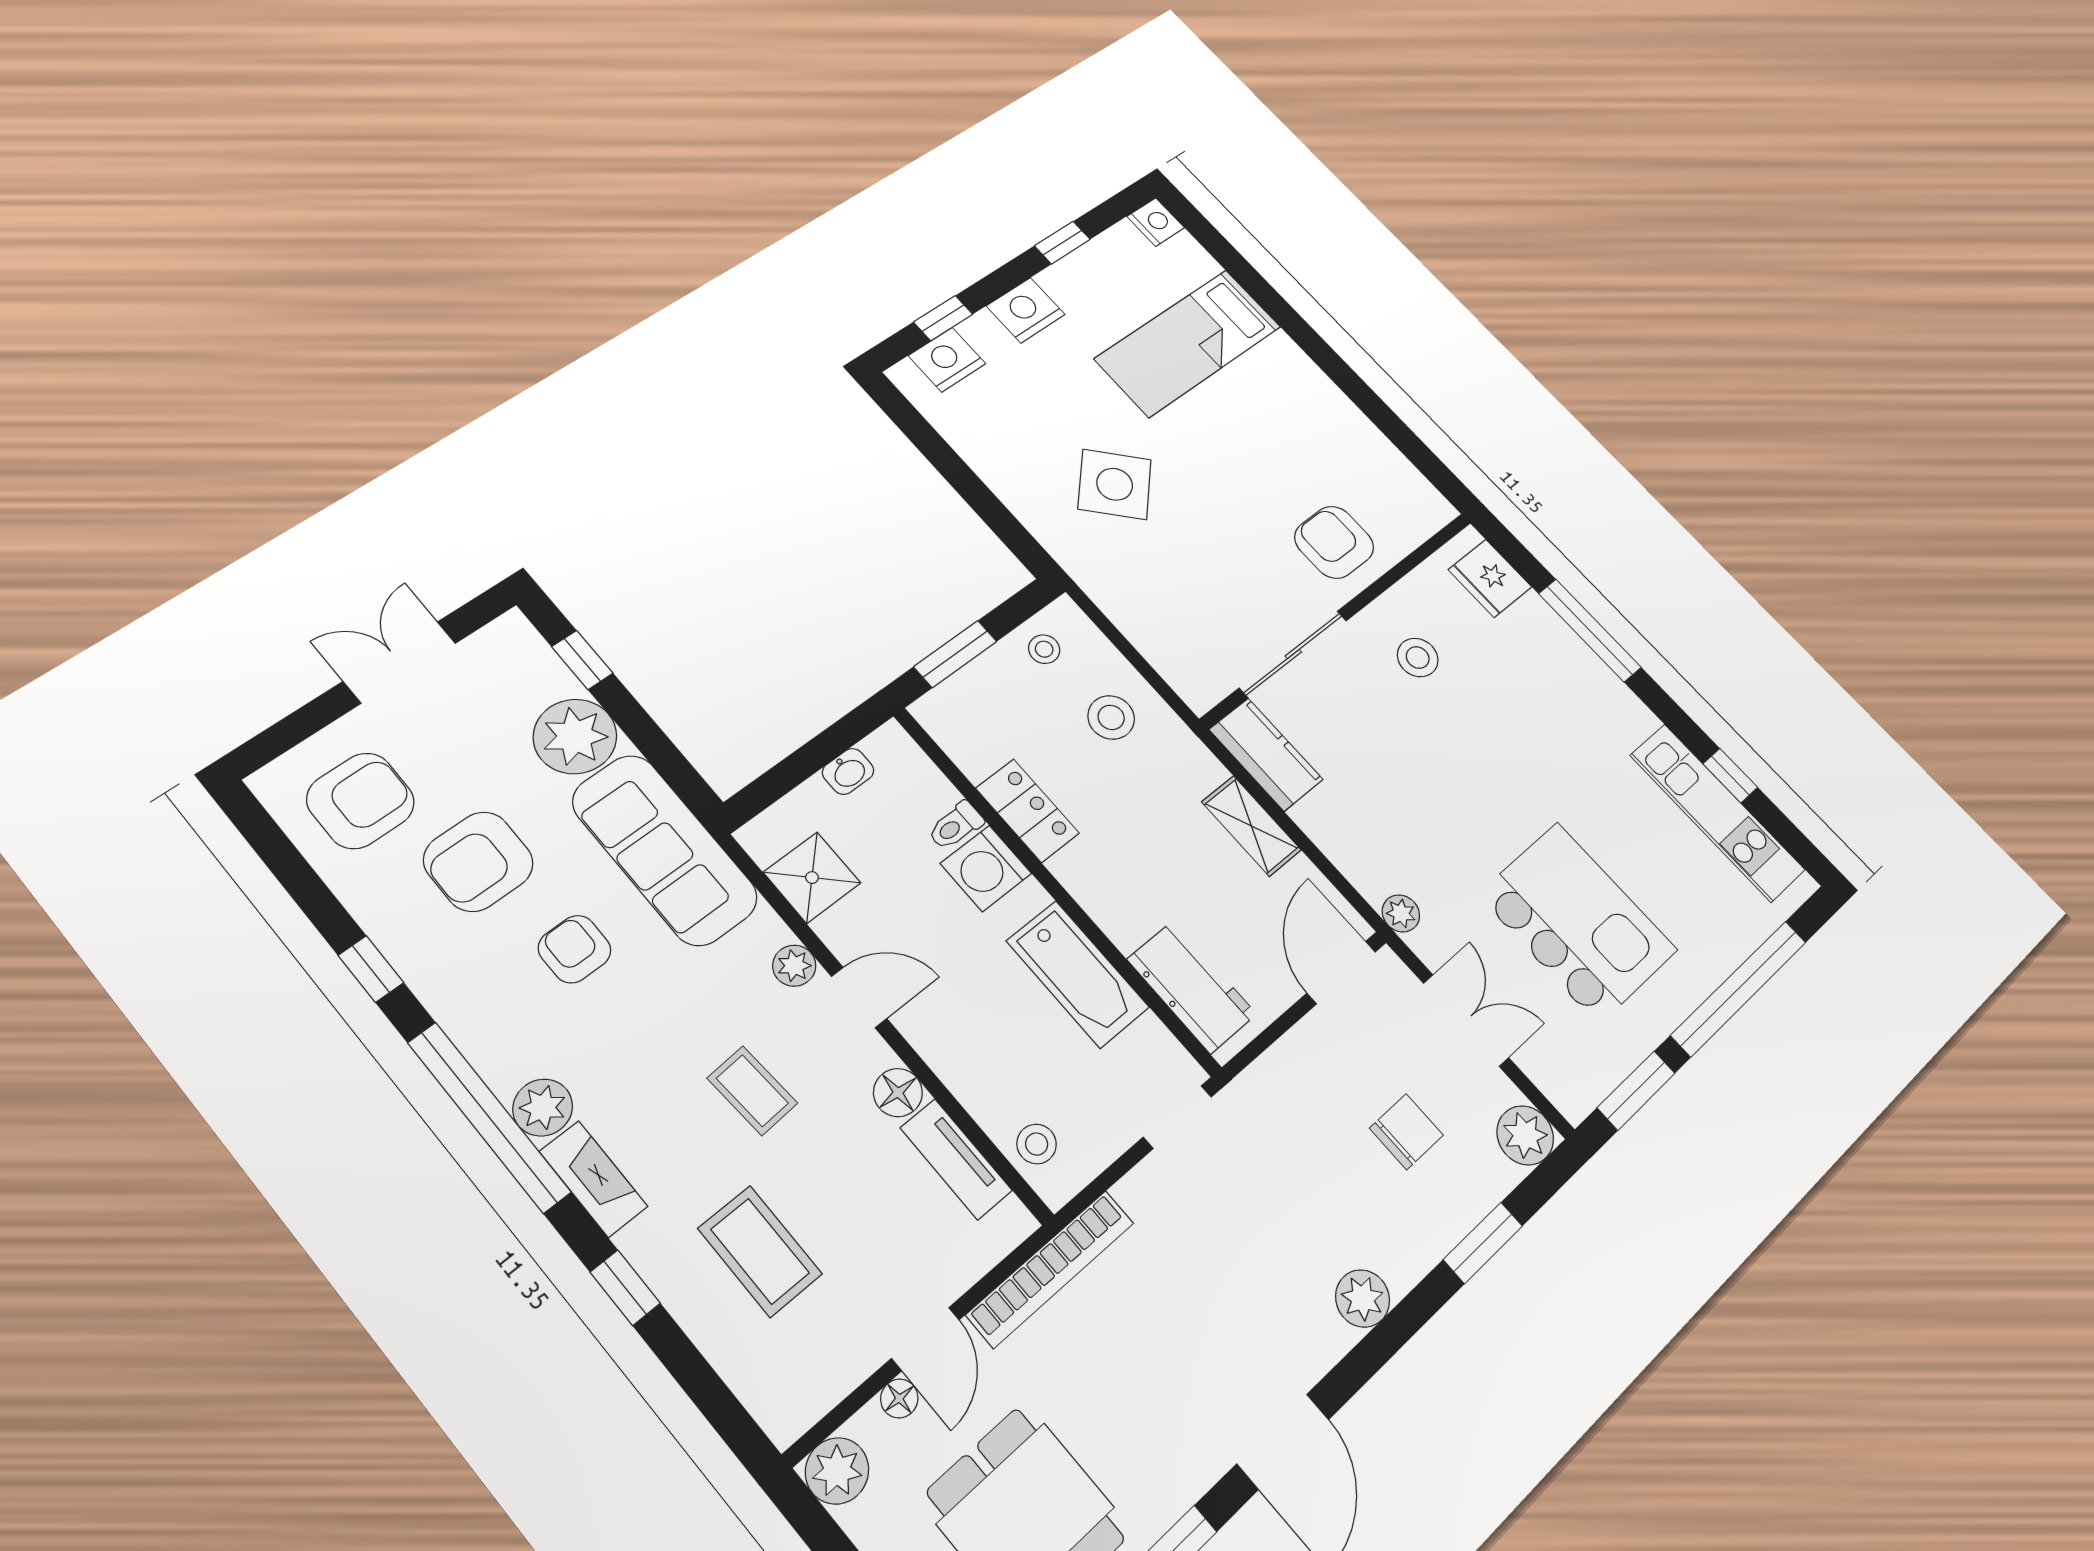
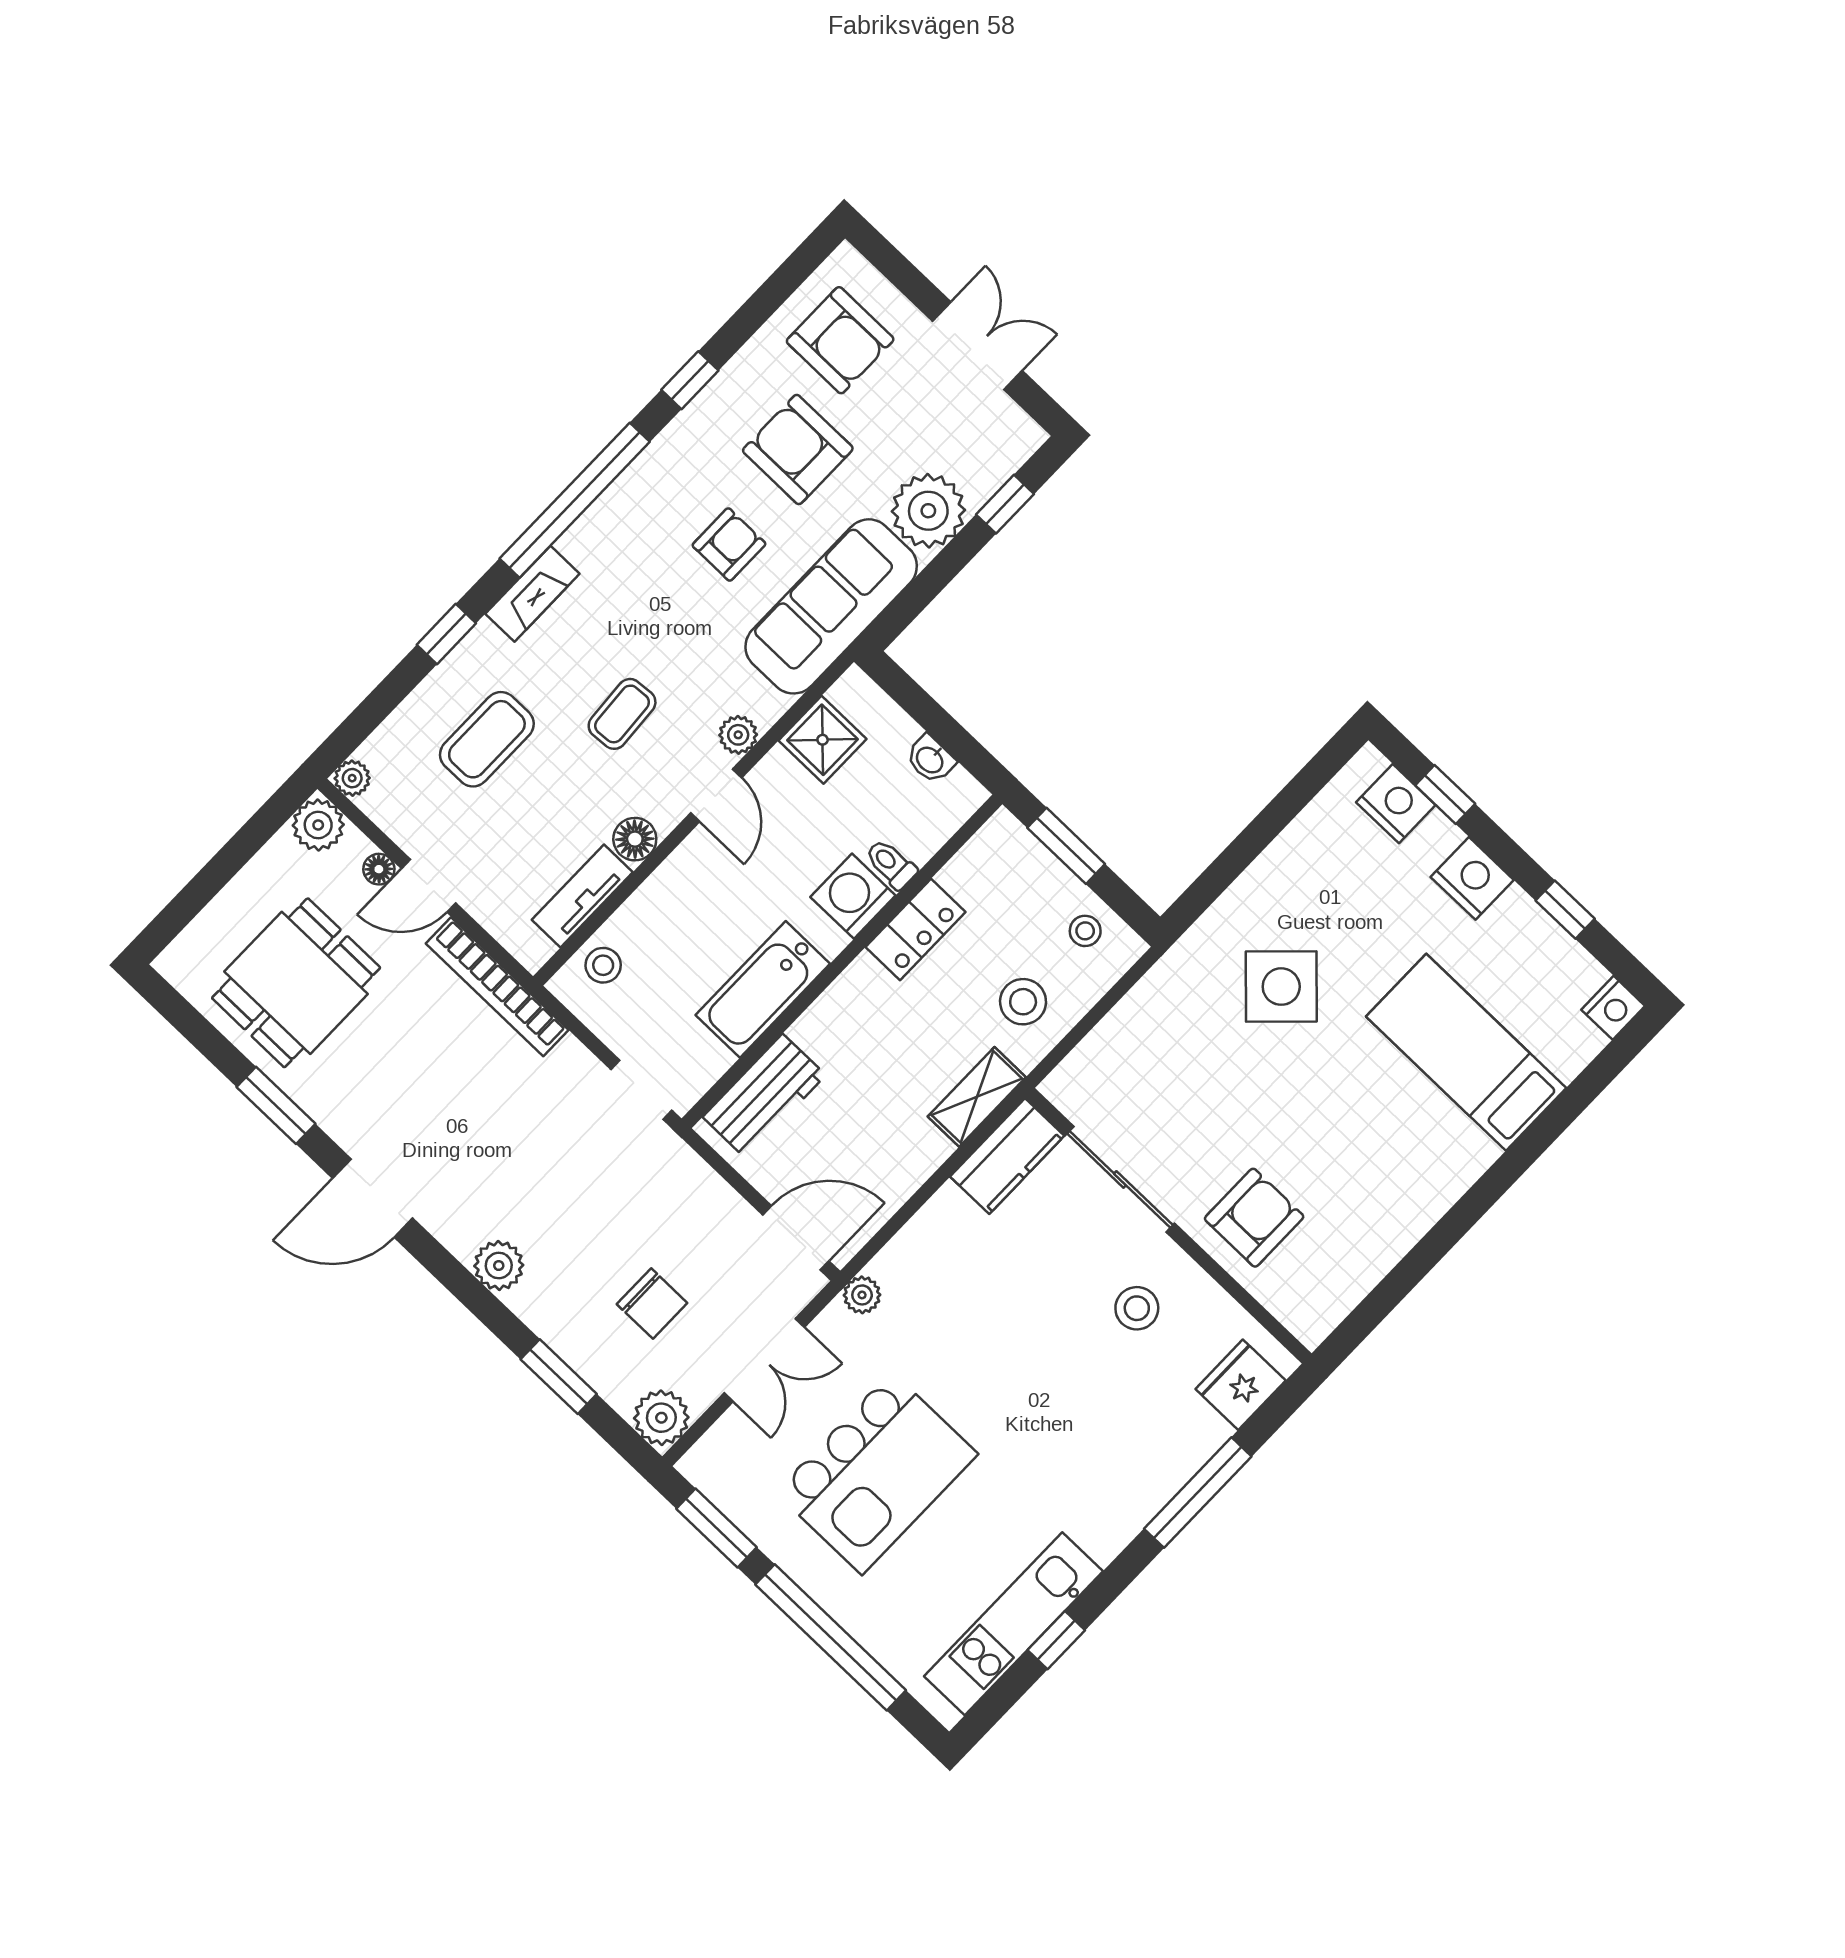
shelving: (1251, 826) -> (977, 1097), moved
plant: (543, 1108) -> (352, 778), moved, width x0.73, depth x0.73

